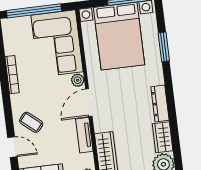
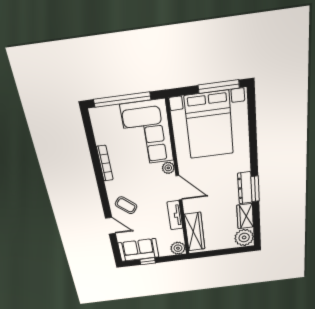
window: (164, 47) -> (255, 189), moved
door: (89, 103) -> (179, 188), swing flipped

